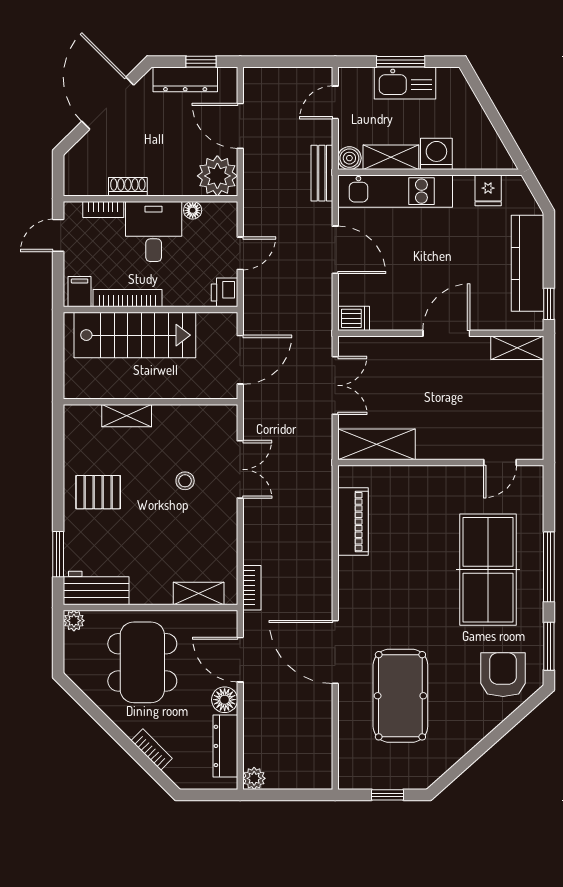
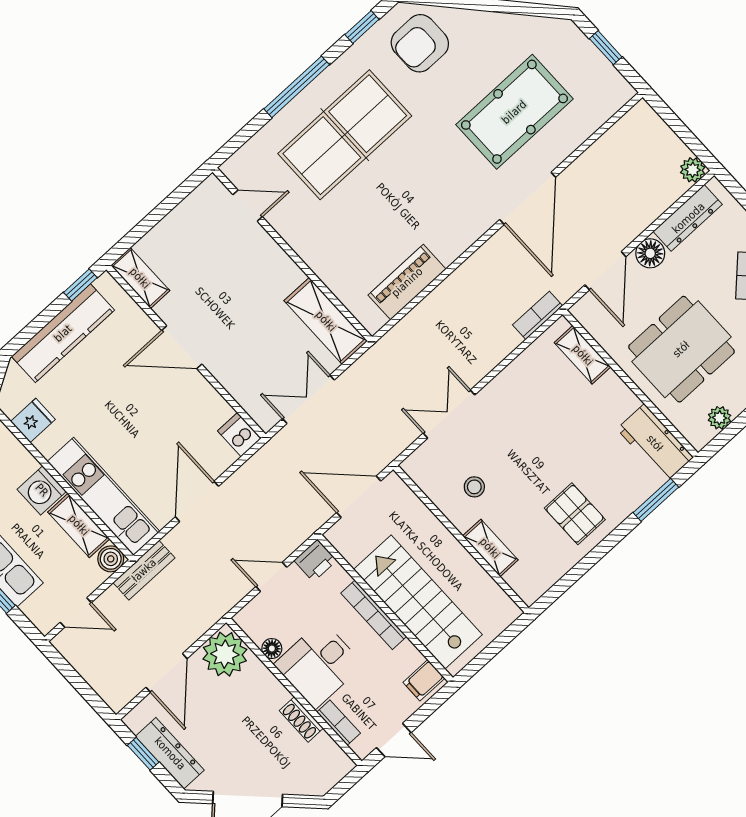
bookcase: (127, 298) -> (374, 615), moved
stool: (185, 481) -> (474, 487), moved
plant: (74, 621) -> (720, 418), moved
window: (549, 646) -> (362, 27), width x0.67

